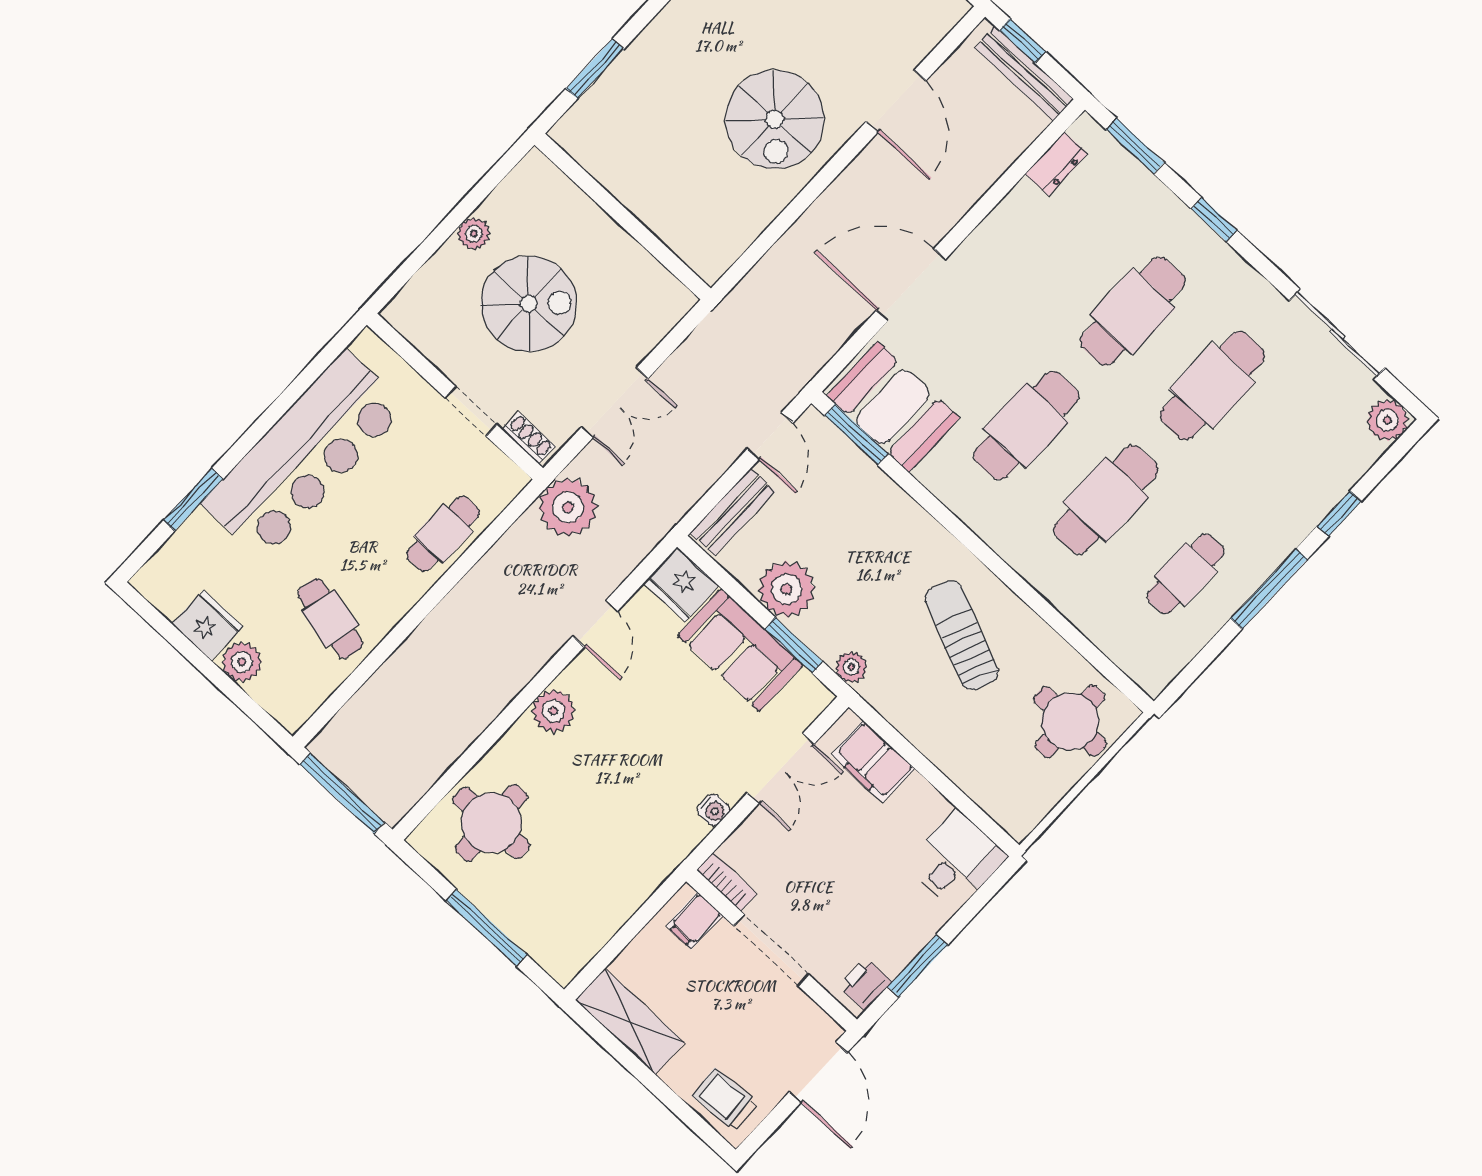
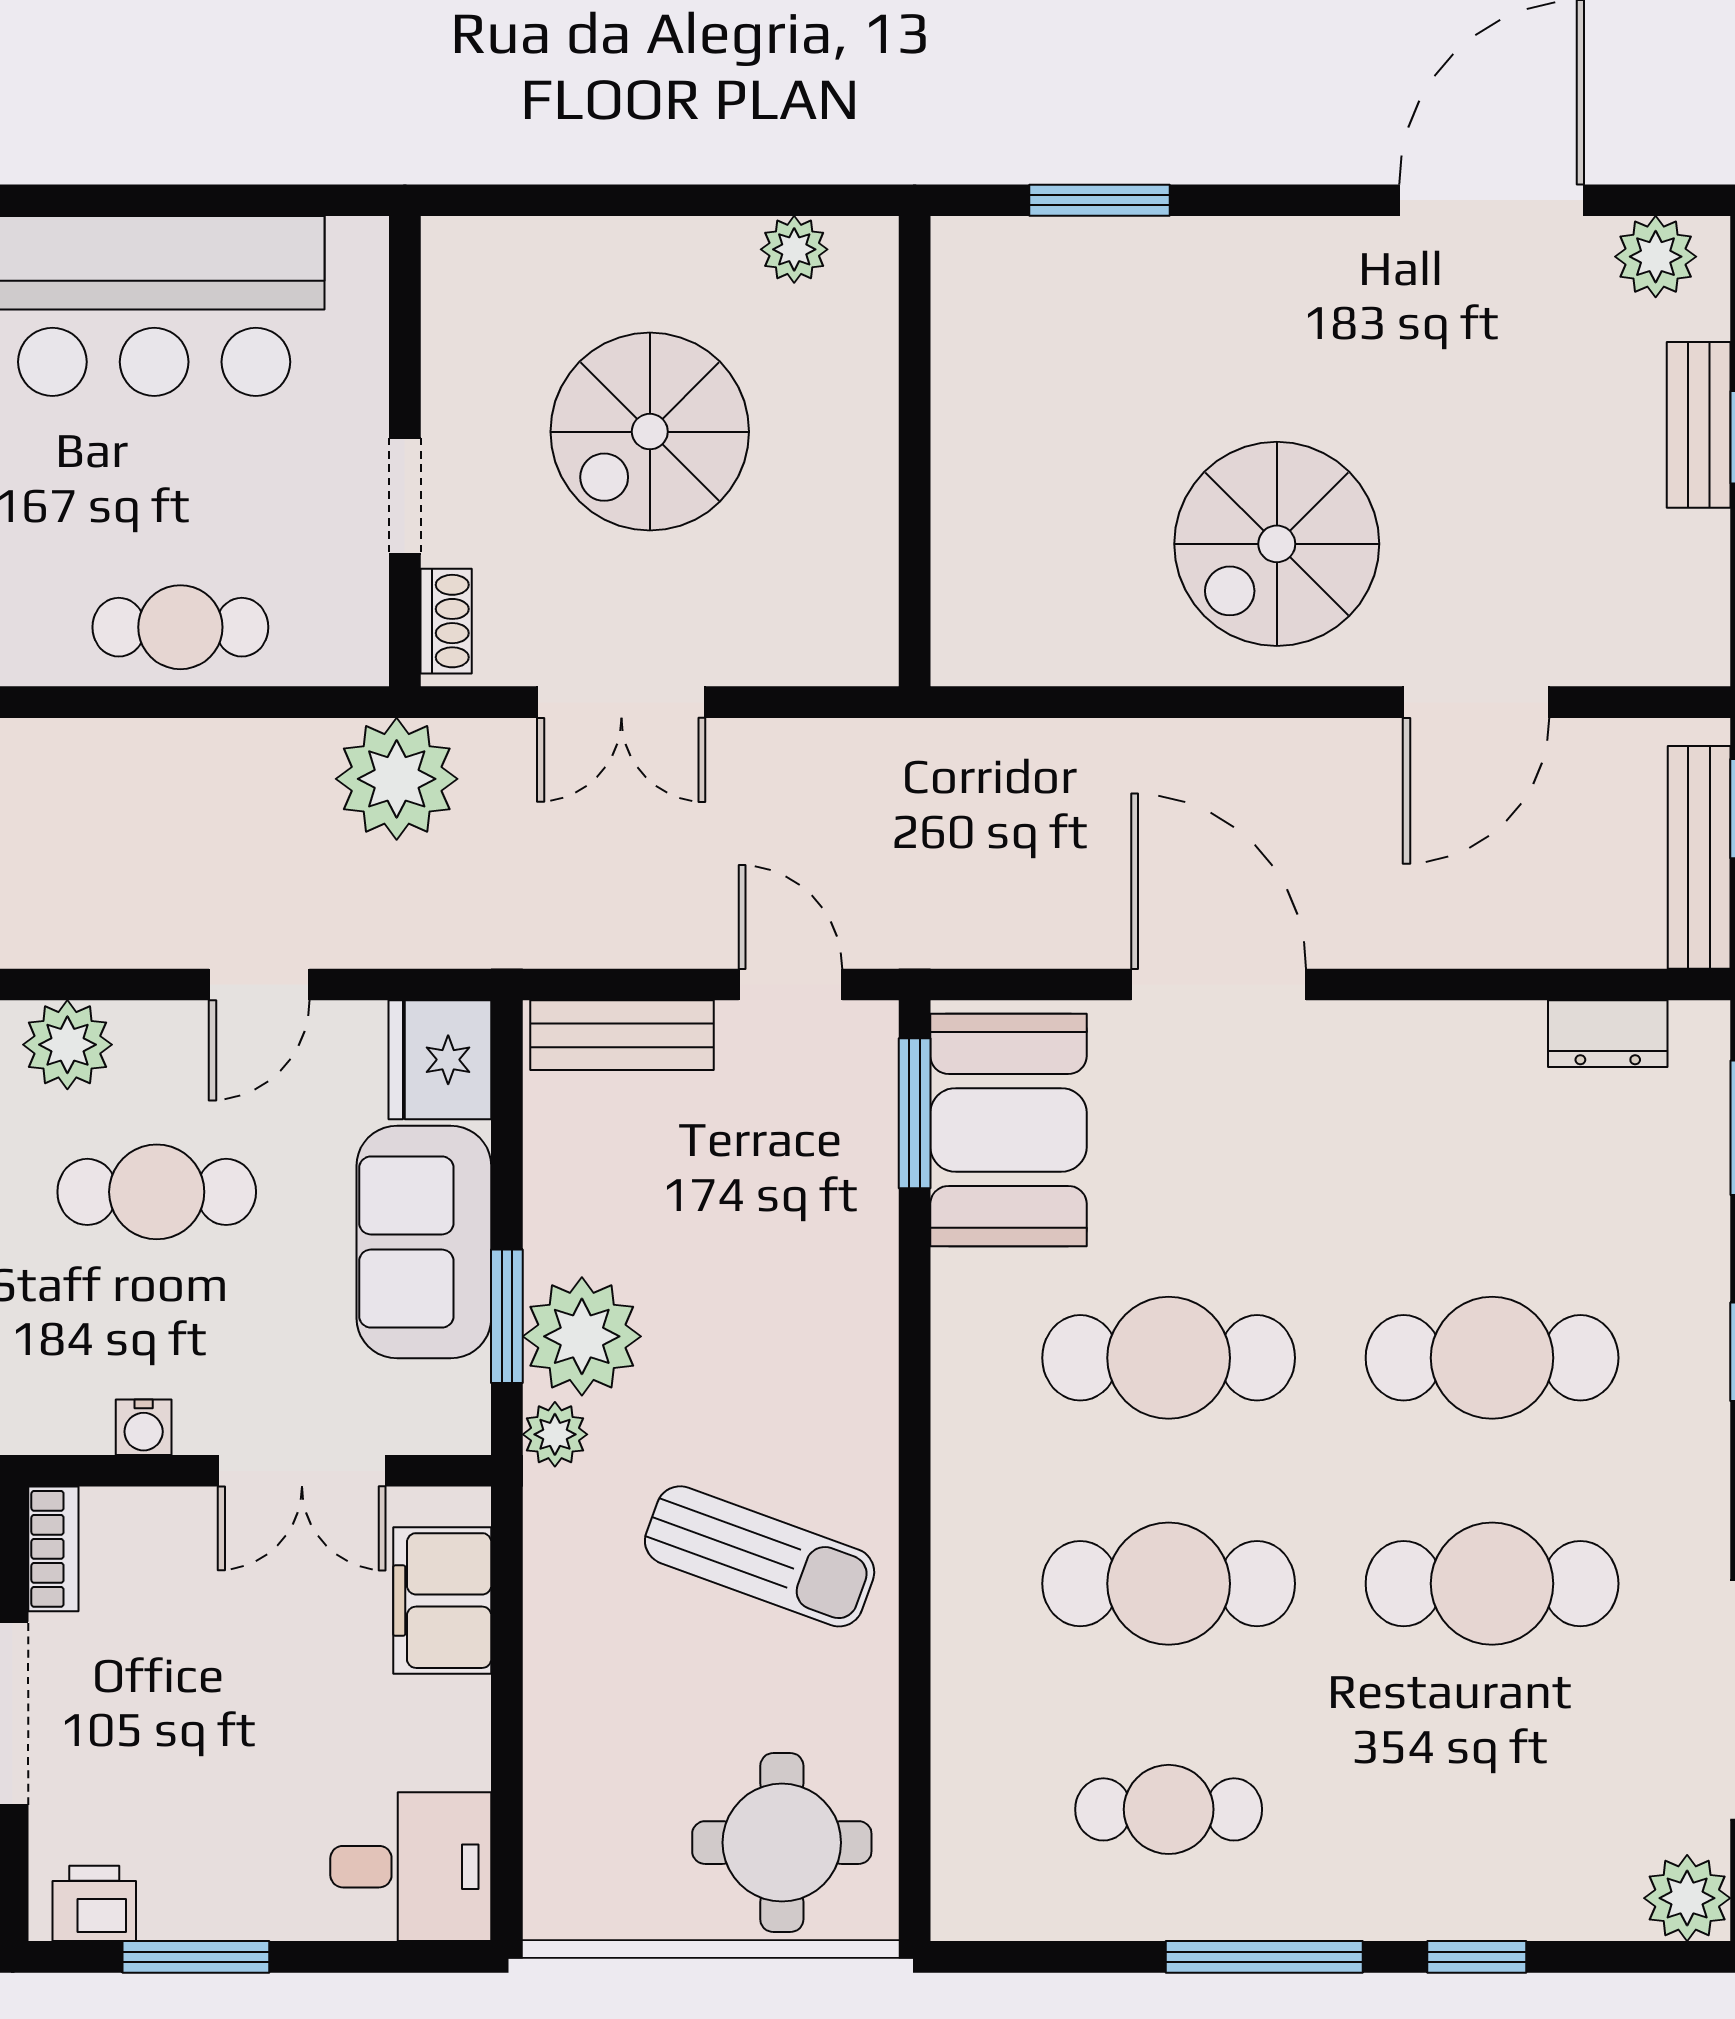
plant: (474, 234) -> (794, 249), moved
spiral stairs: (529, 304) -> (650, 432), turned 90
door: (770, 436) -> (790, 984), swing flipped
plant: (787, 589) -> (582, 1336), moved
sun lounger: (962, 635) -> (760, 1556), turned 87
cafe table: (635, 728) -> (157, 1192), added

